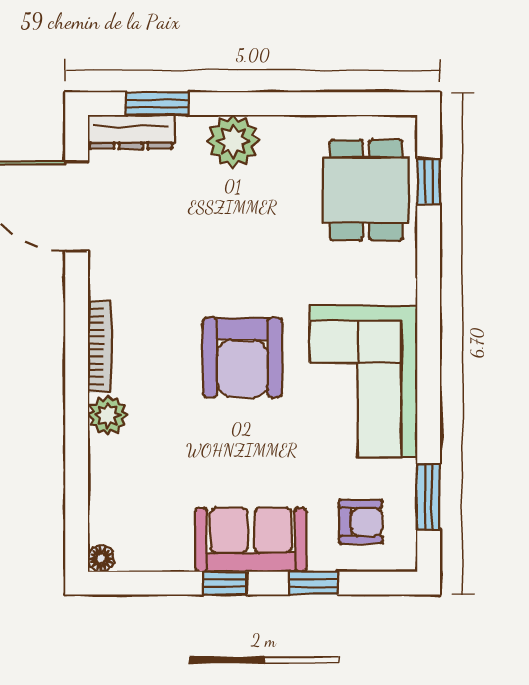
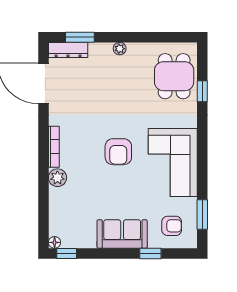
plant: (233, 141) -> (120, 49), width x0.53, depth x0.53
window: (429, 181) -> (202, 91), moved
armchair: (242, 357) -> (118, 152), width x0.73, depth x0.73
window: (225, 583) -> (67, 253), moved

